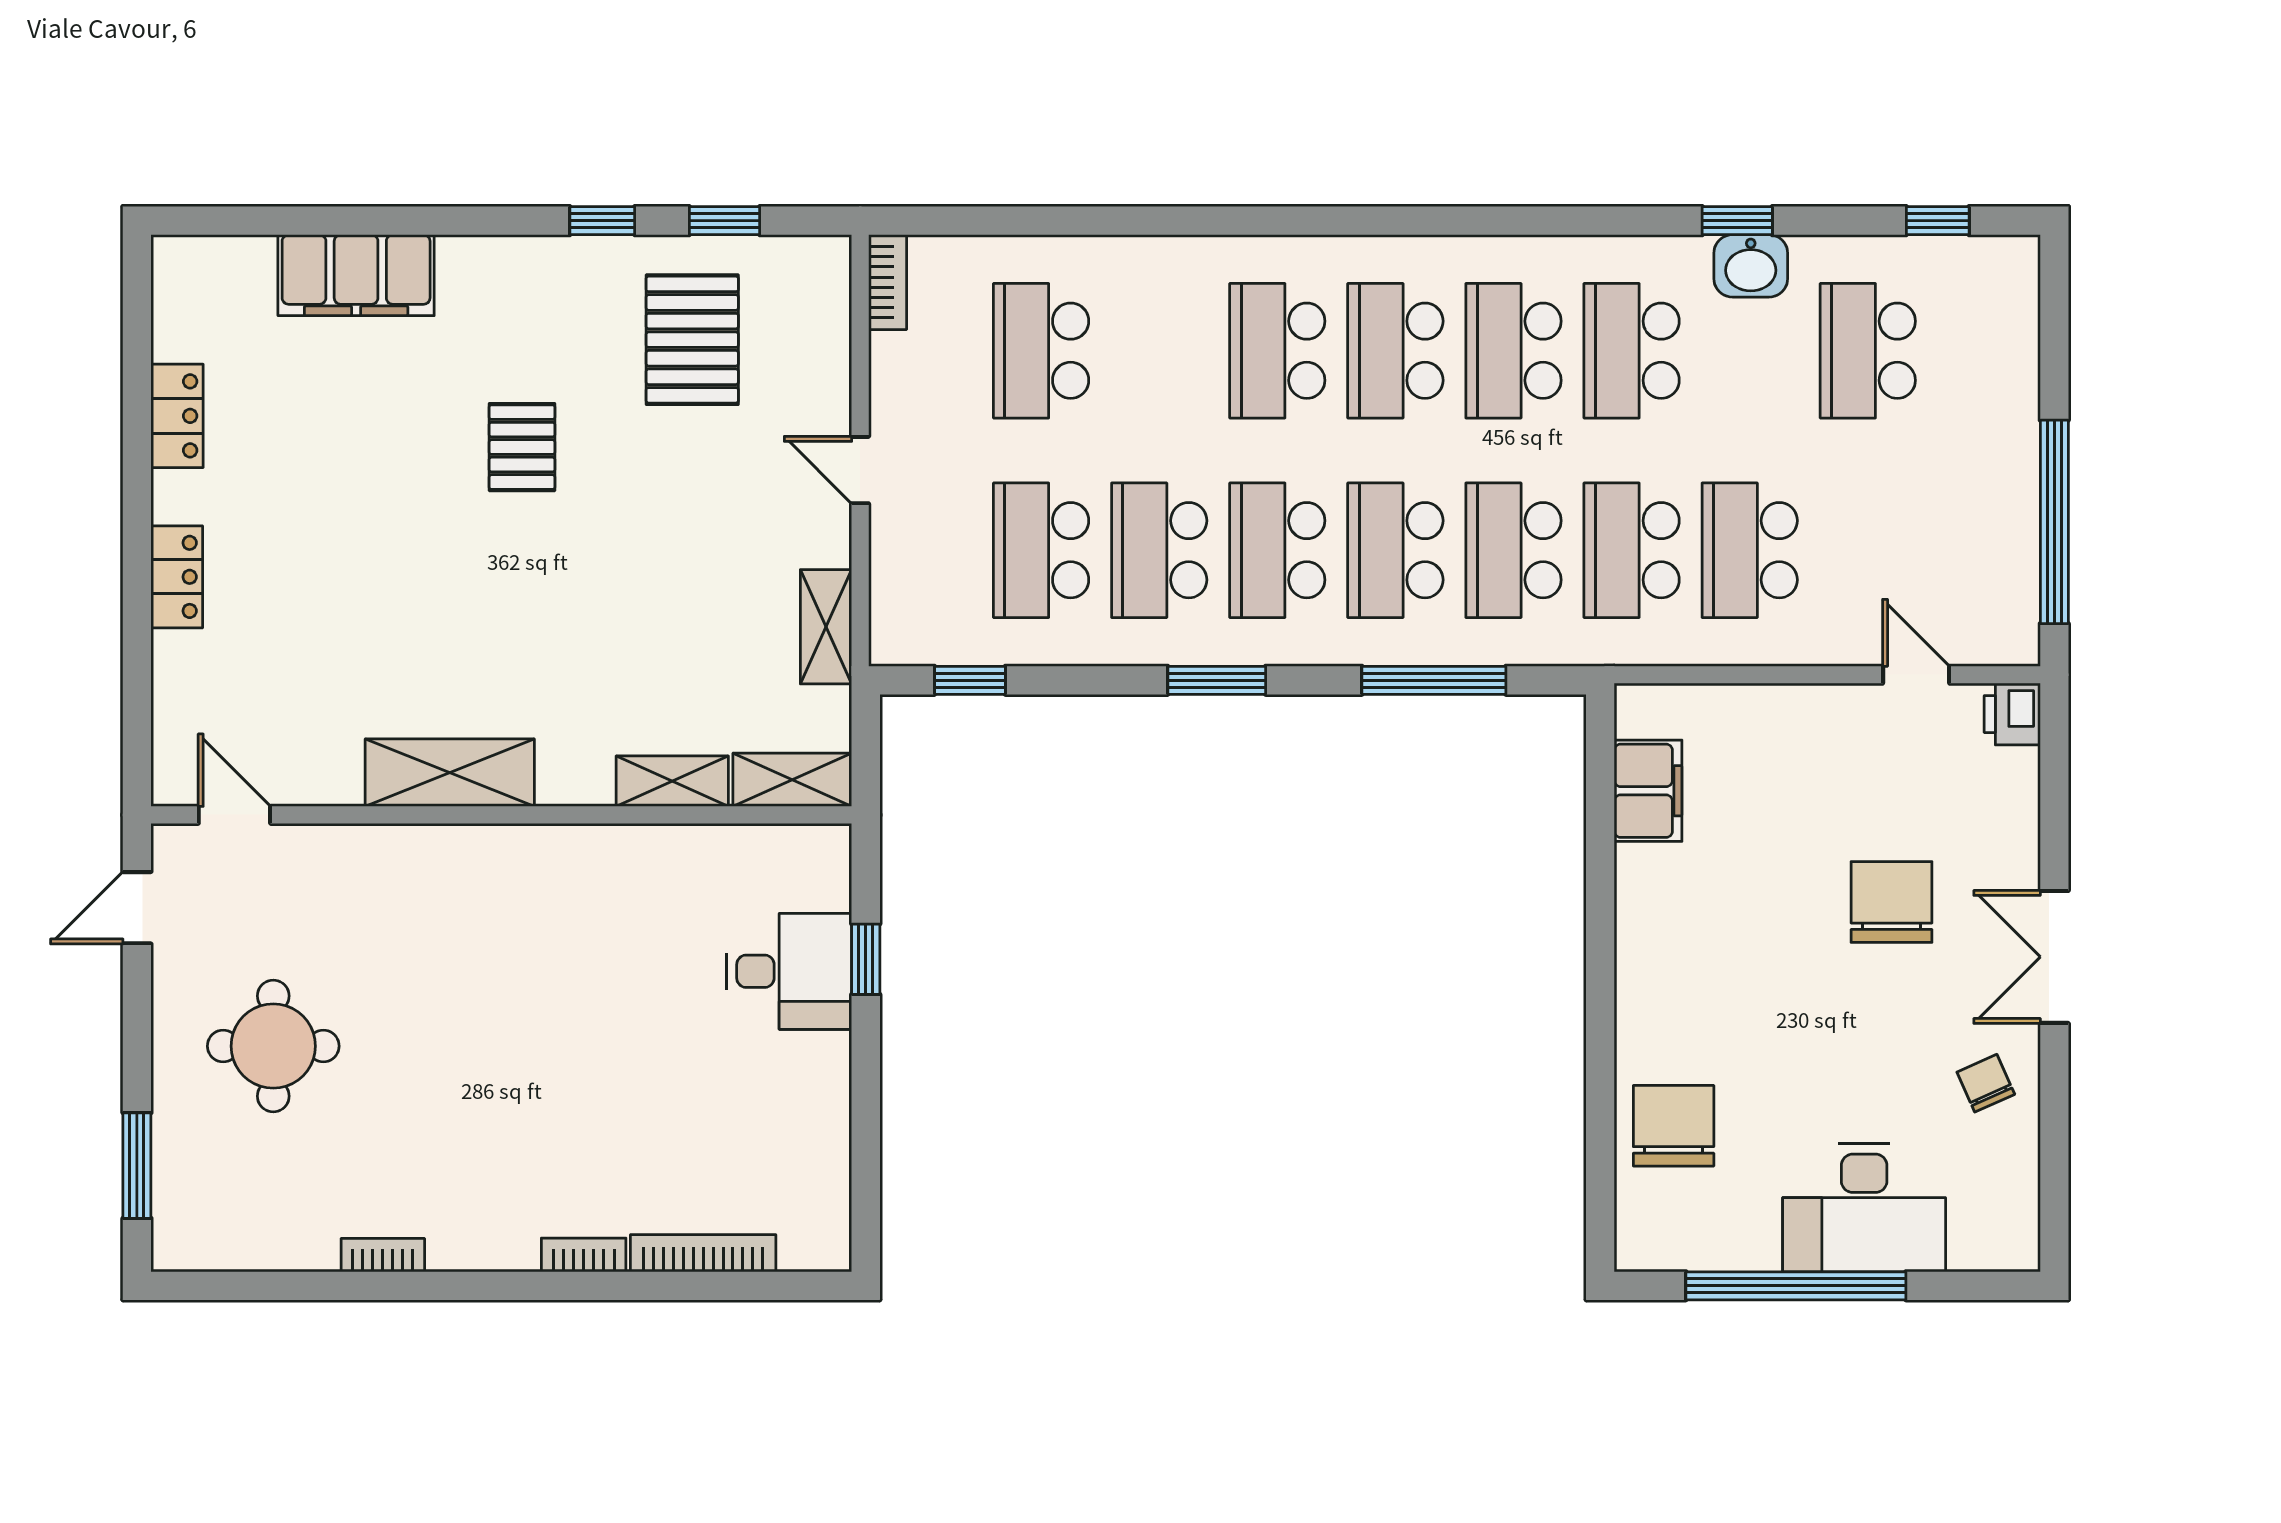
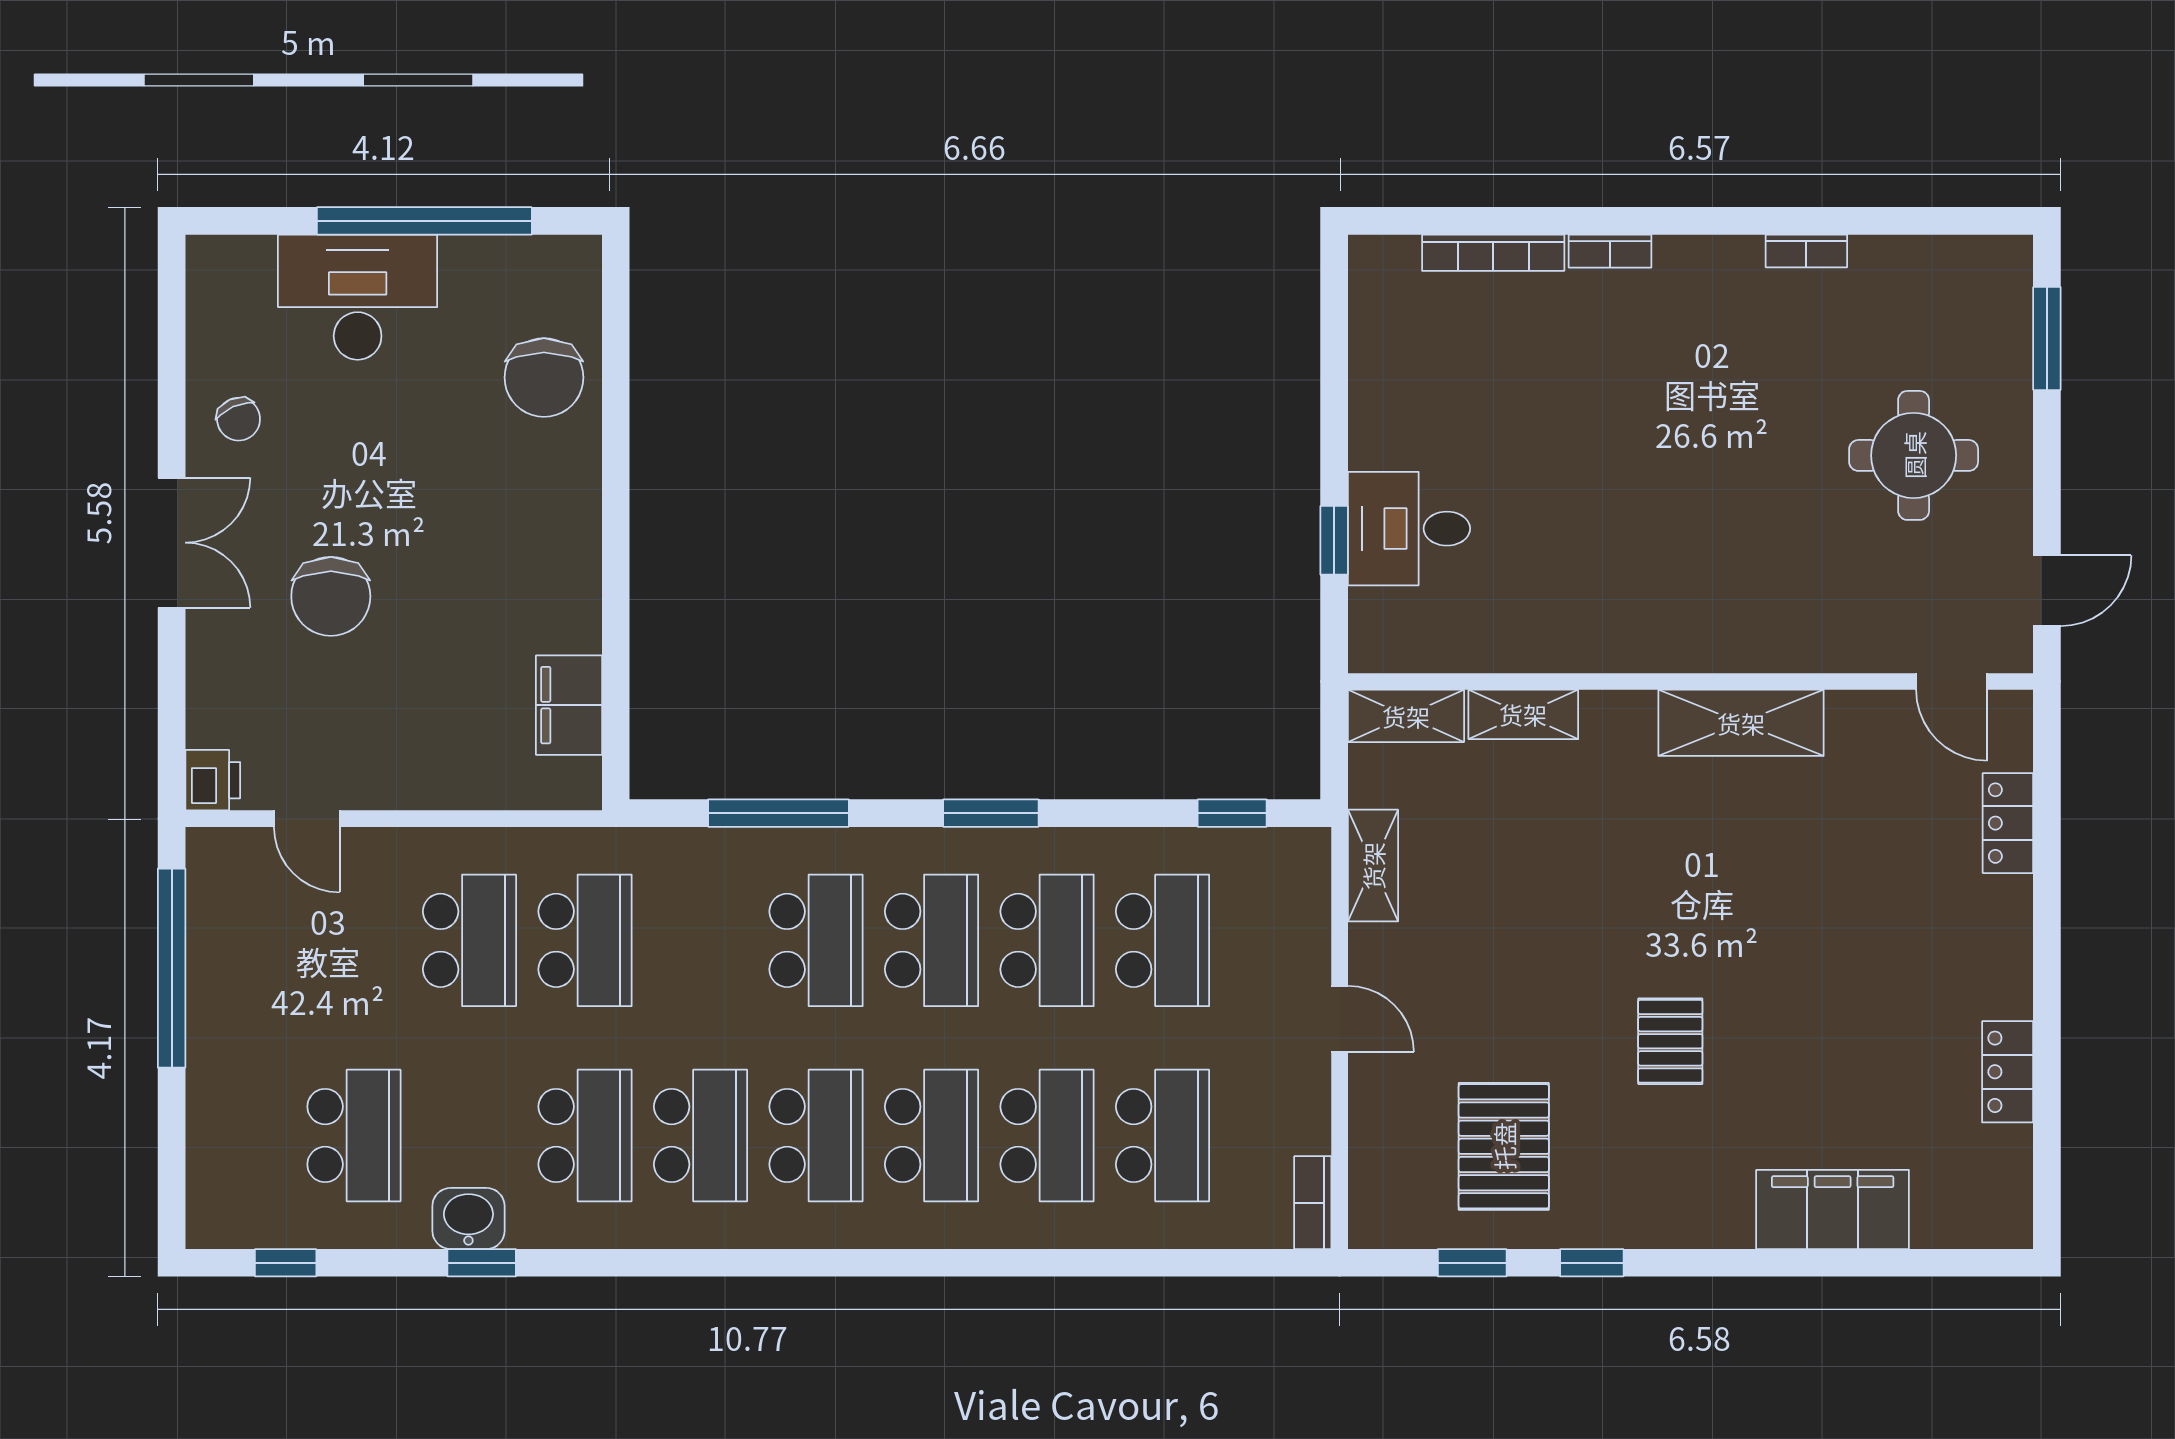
school desk: (1513, 550) -> (1047, 1136), moved
locker: (177, 577) -> (2008, 823), moved

